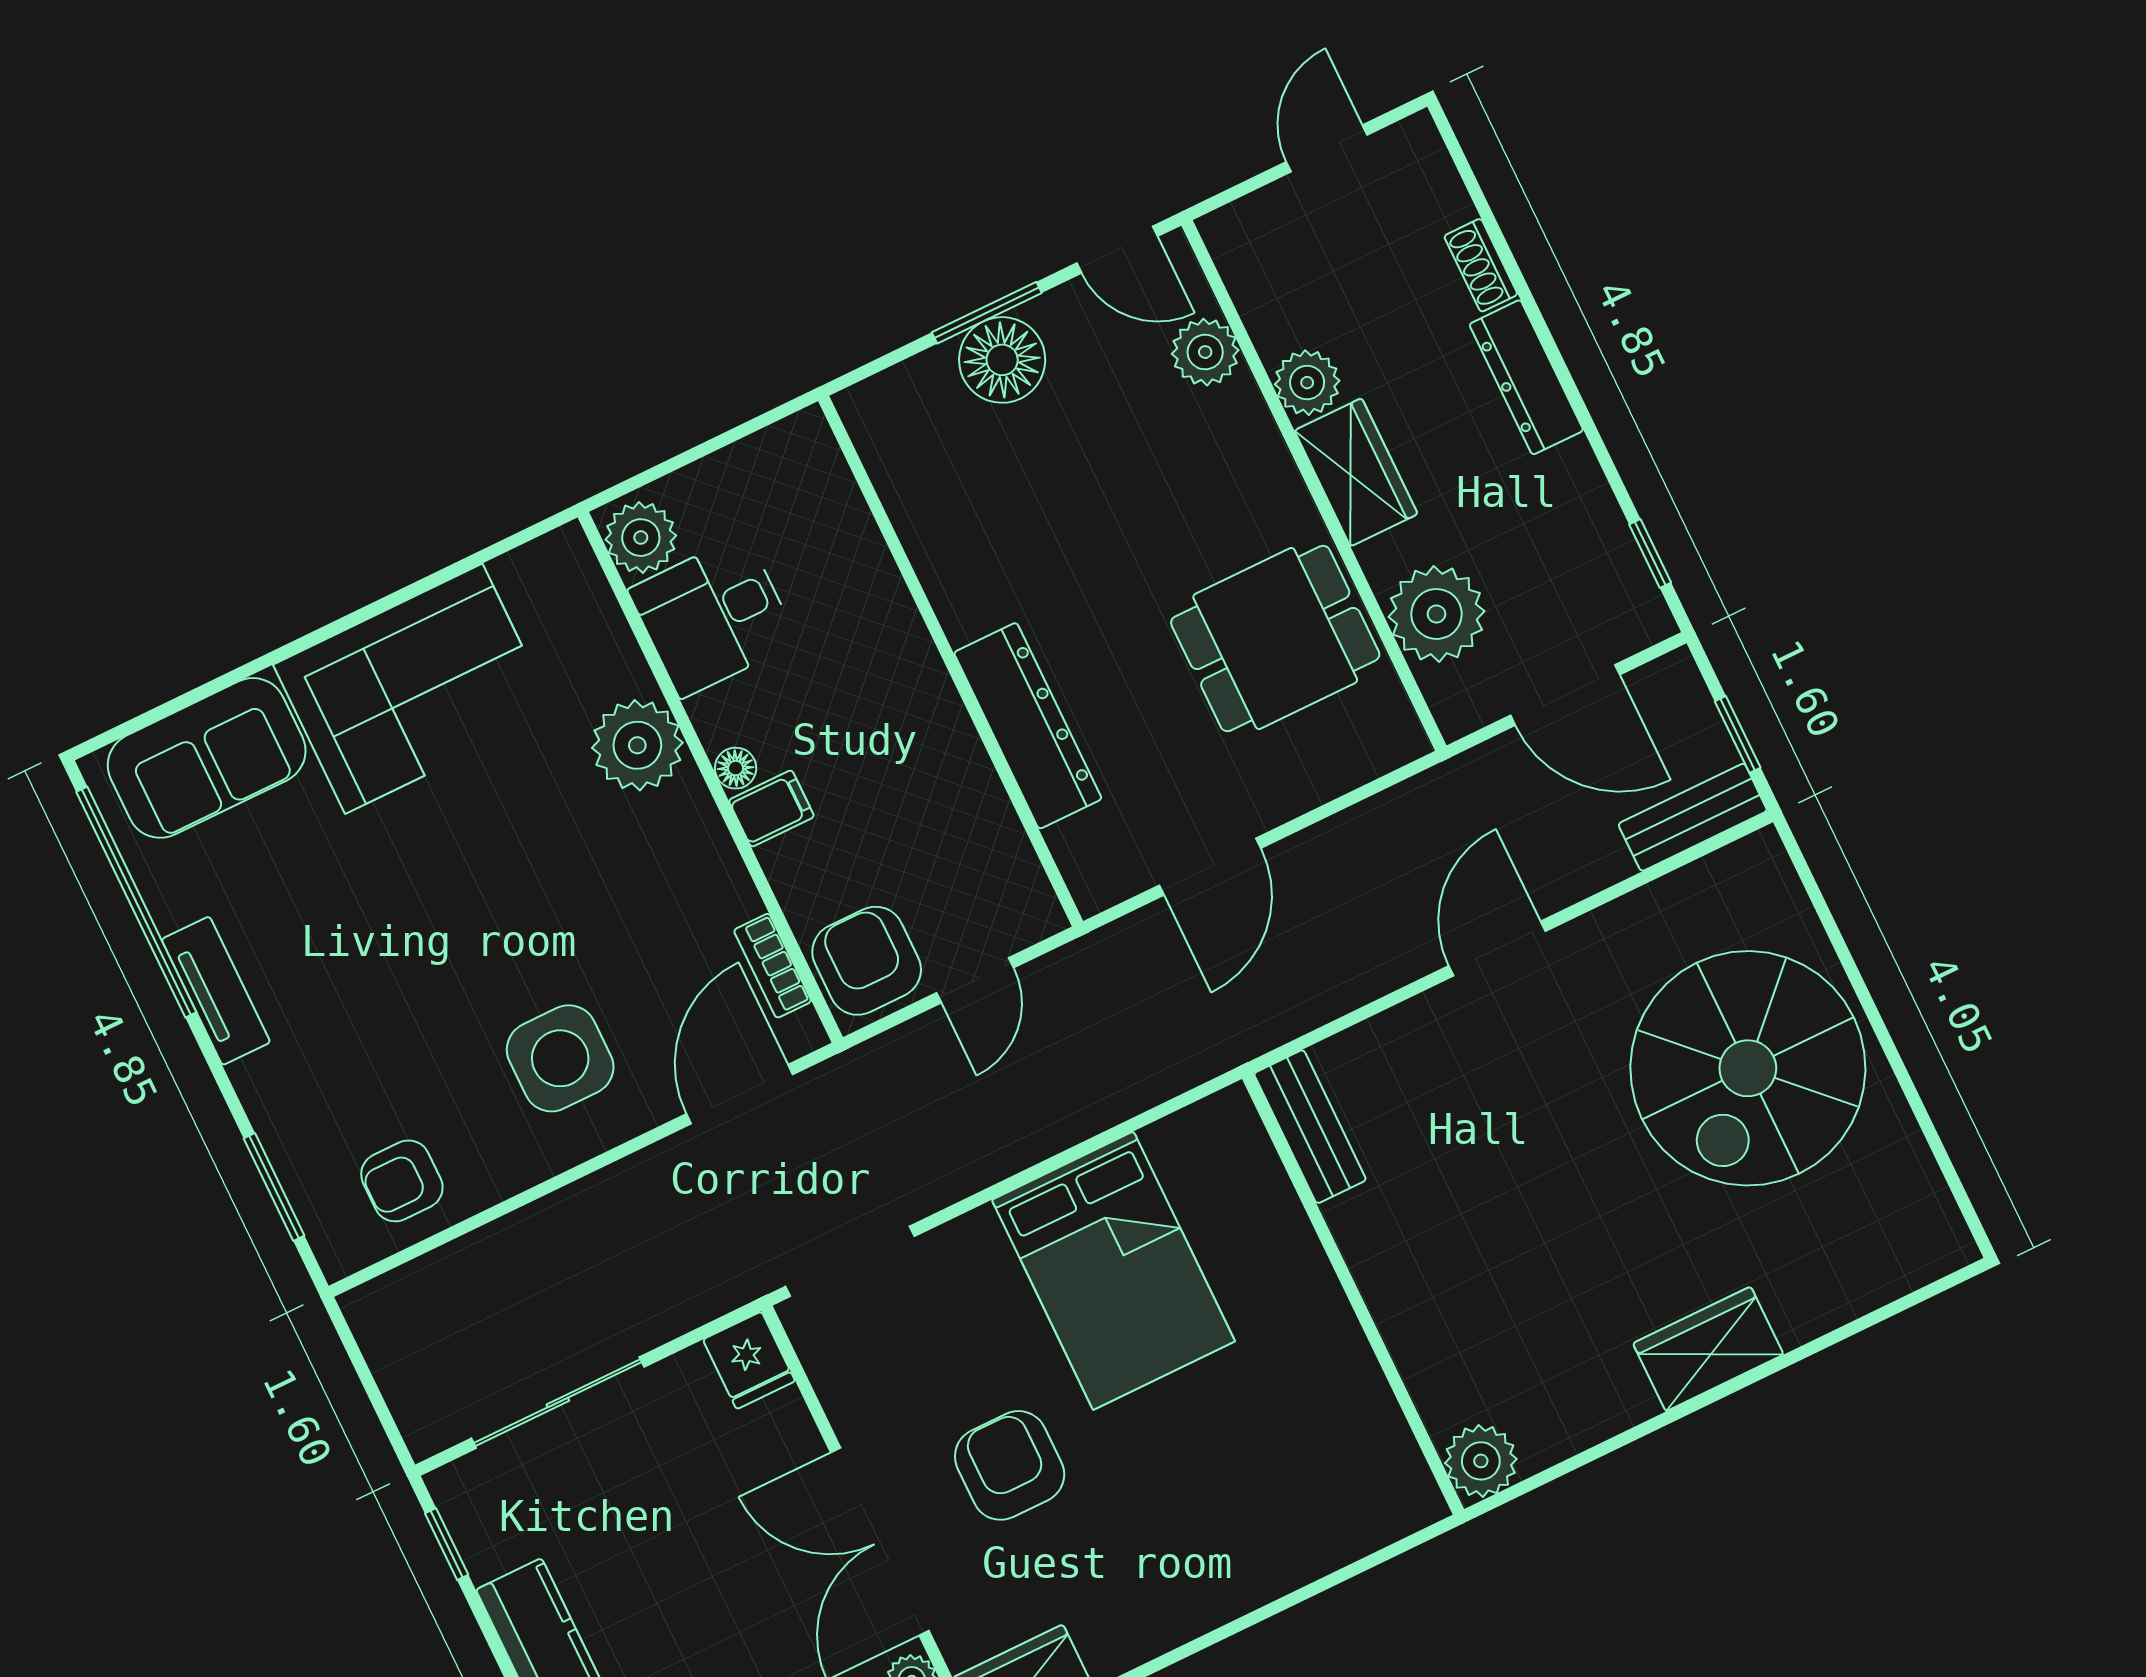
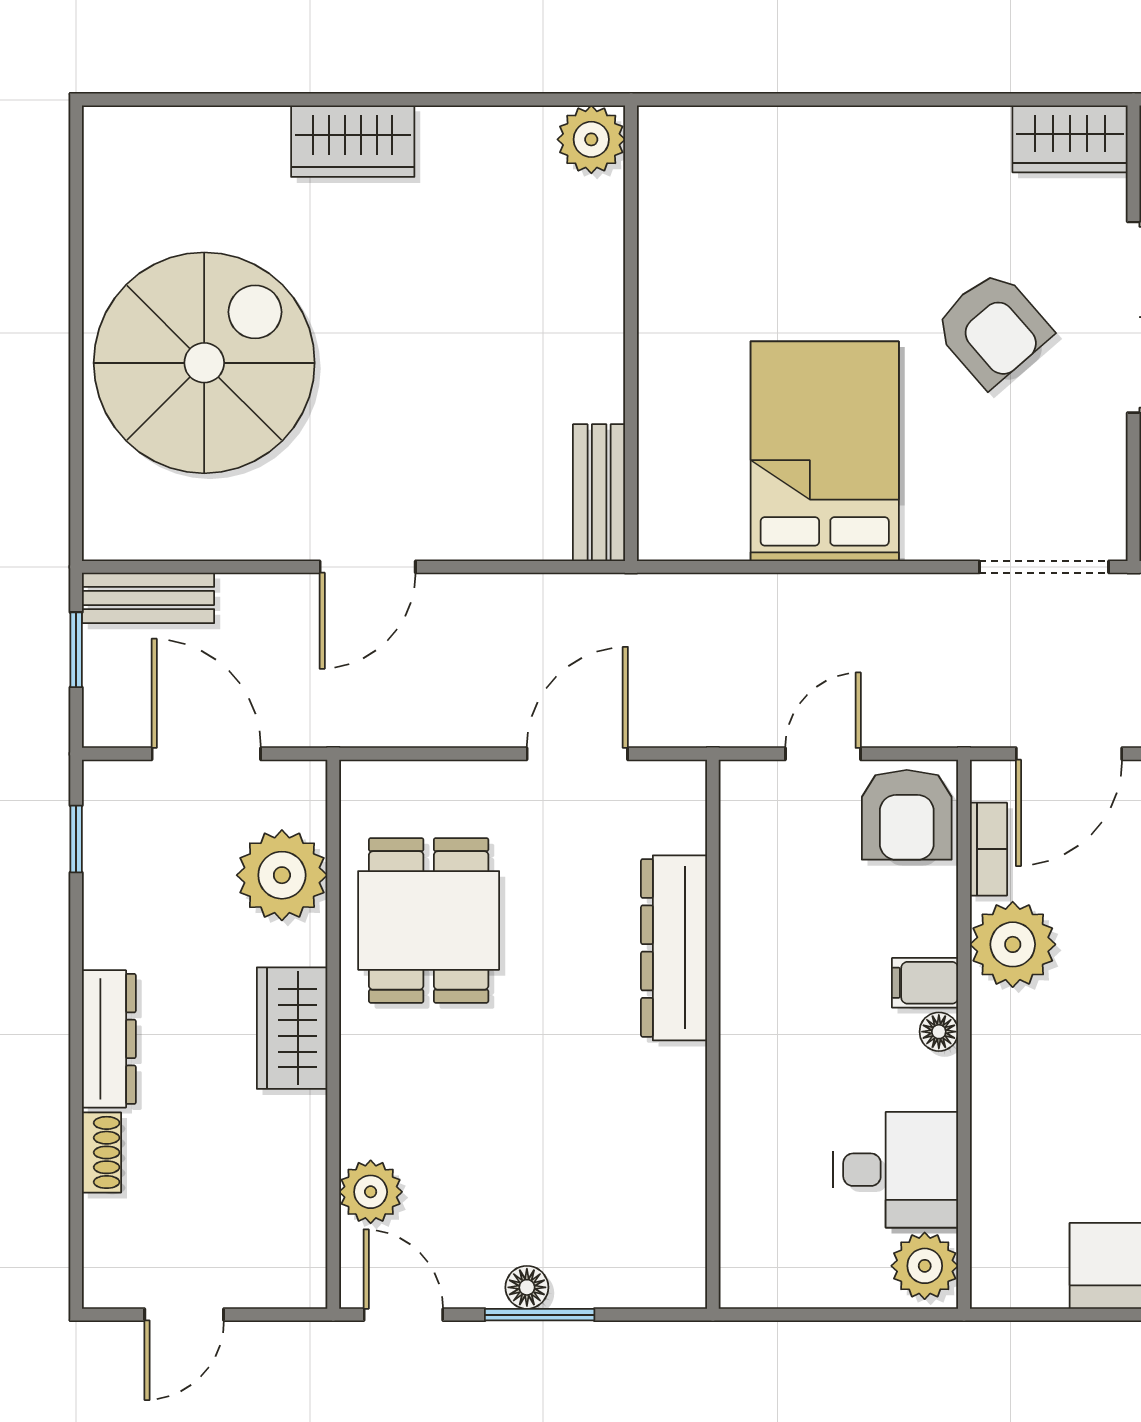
floor lamp: (1002, 360) -> (527, 1287), width x0.53, depth x0.53
plant: (1307, 383) -> (297, 1124), removed
dining table: (1275, 639) -> (429, 920), turned 90
plant: (637, 745) -> (1013, 944), moved
armchair: (1010, 1465) -> (992, 329), turned -41

